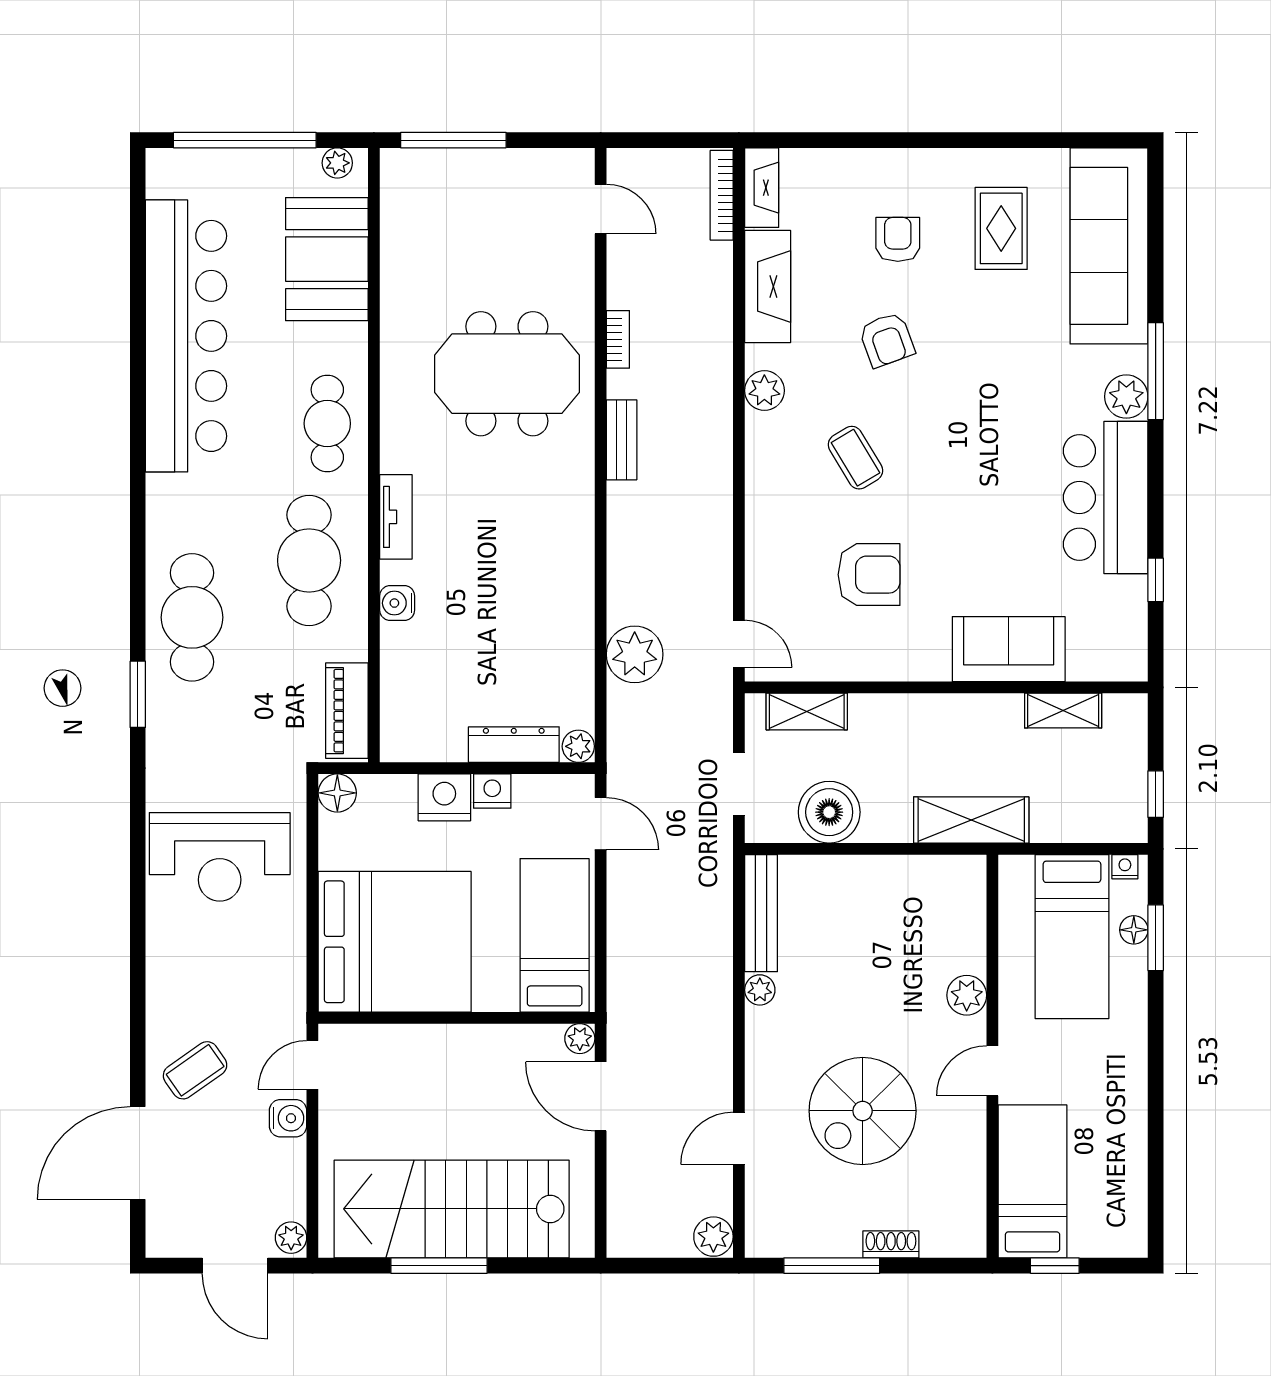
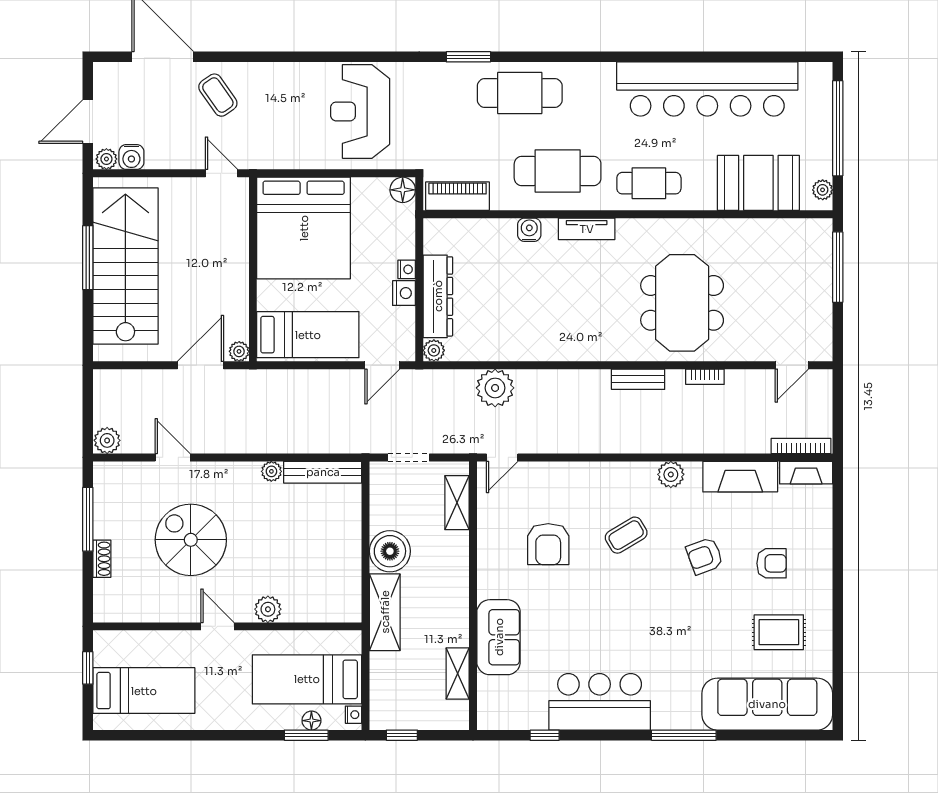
plant: (1126, 397) -> (667, 716), removed
dresser: (514, 745) -> (438, 296), width x1.37, depth x1.24
nightstand: (444, 797) -> (407, 269), width x0.53, depth x0.56
boiler: (829, 812) -> (390, 551), moved
water cooler: (288, 1118) -> (131, 157), moved
bed: (1033, 1181) -> (144, 691), moved

